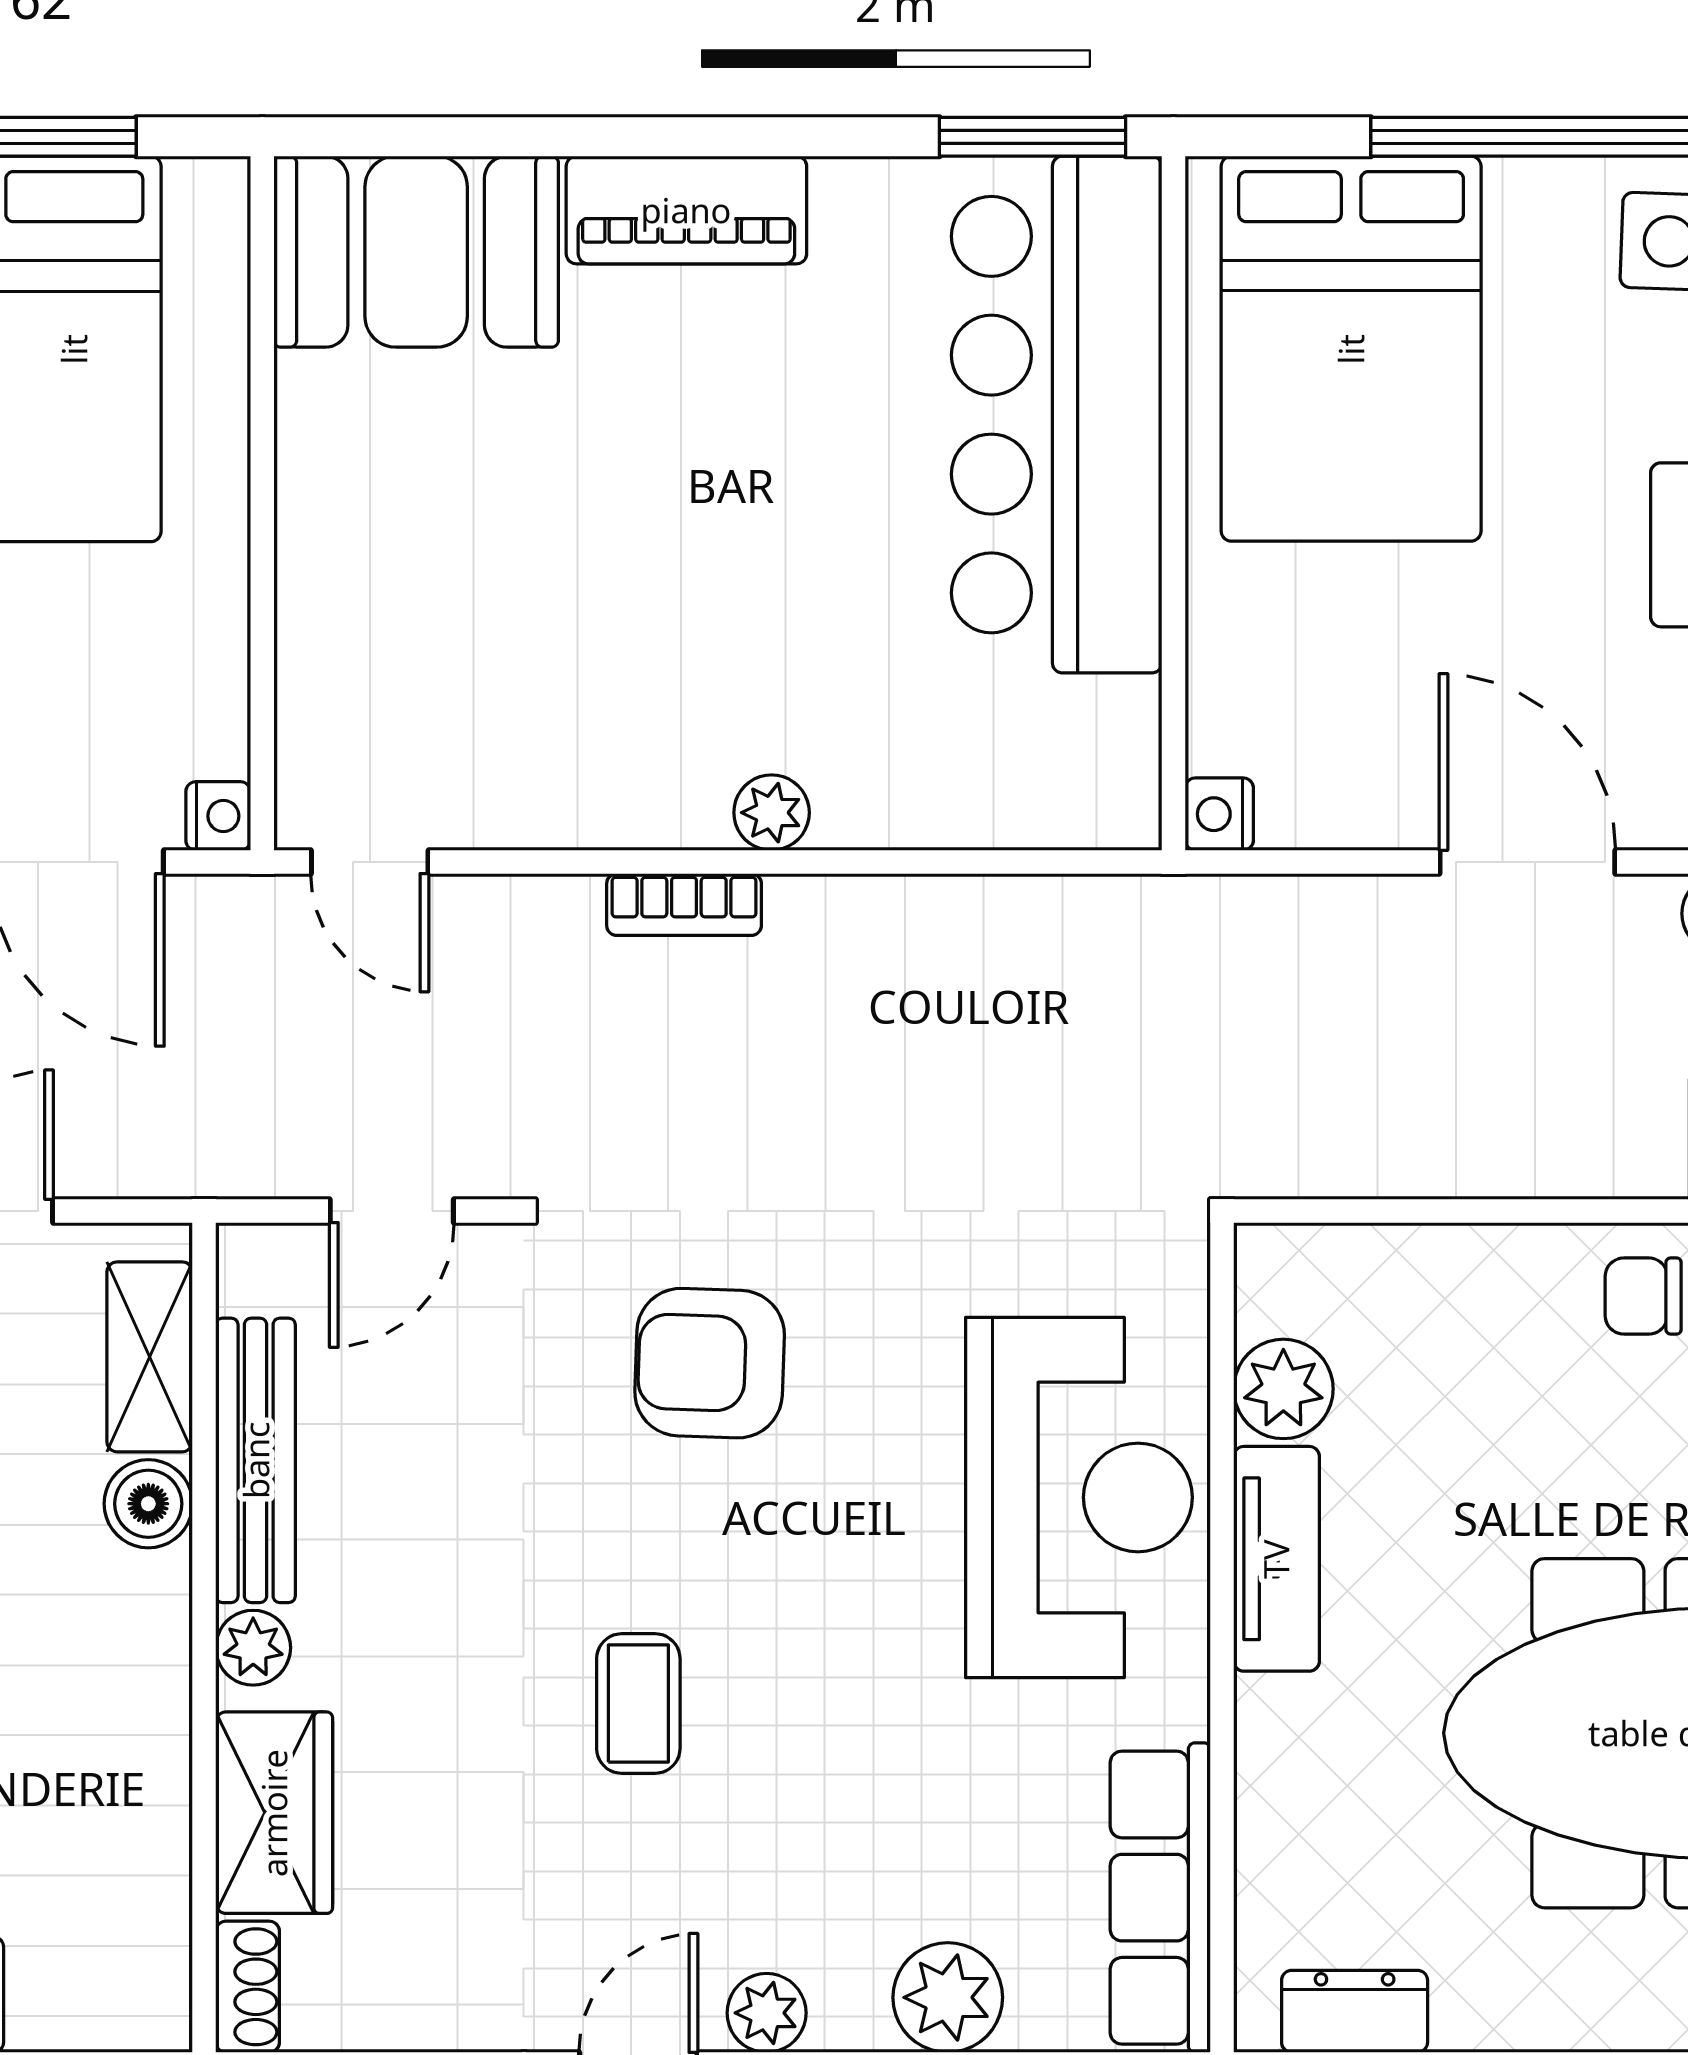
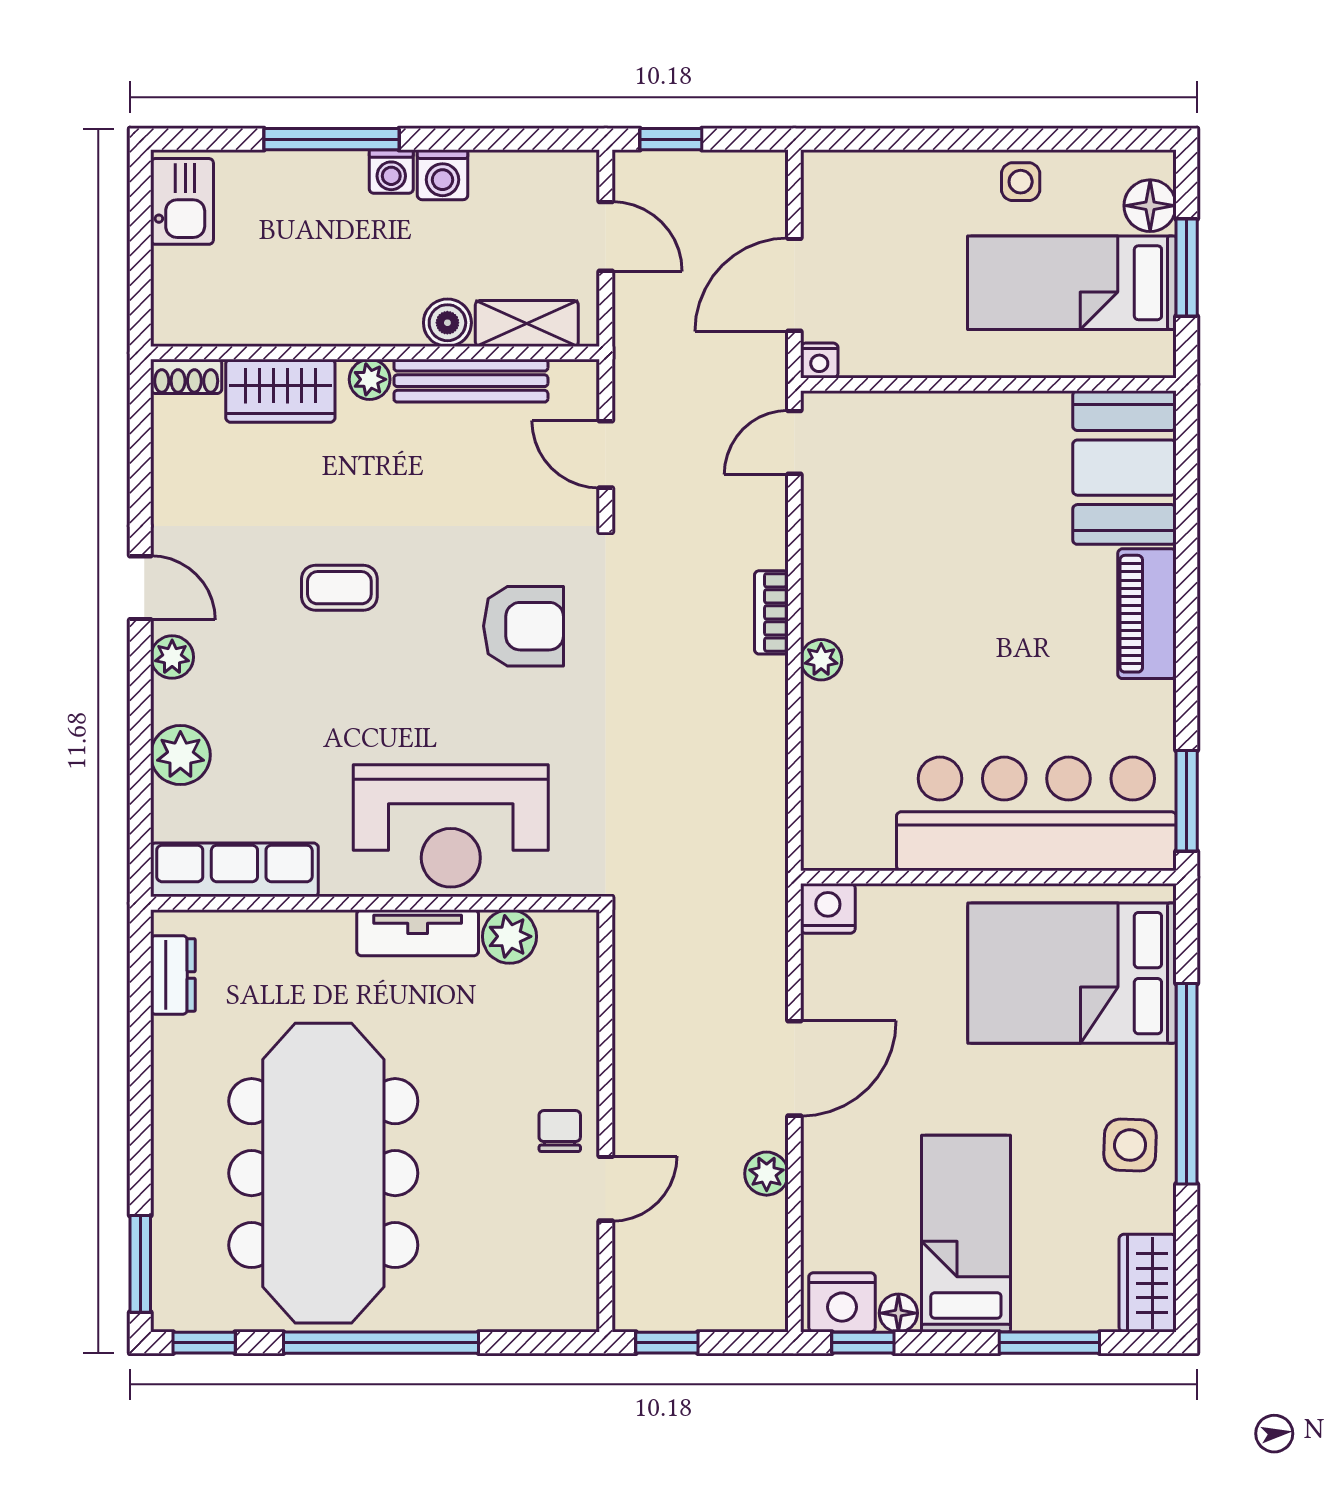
nightstand: (1219, 814) -> (828, 908), width x1.39, depth x1.35
armchair: (710, 1363) -> (523, 626), turned 88

